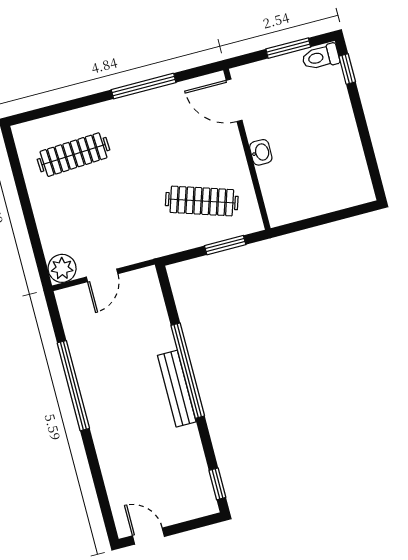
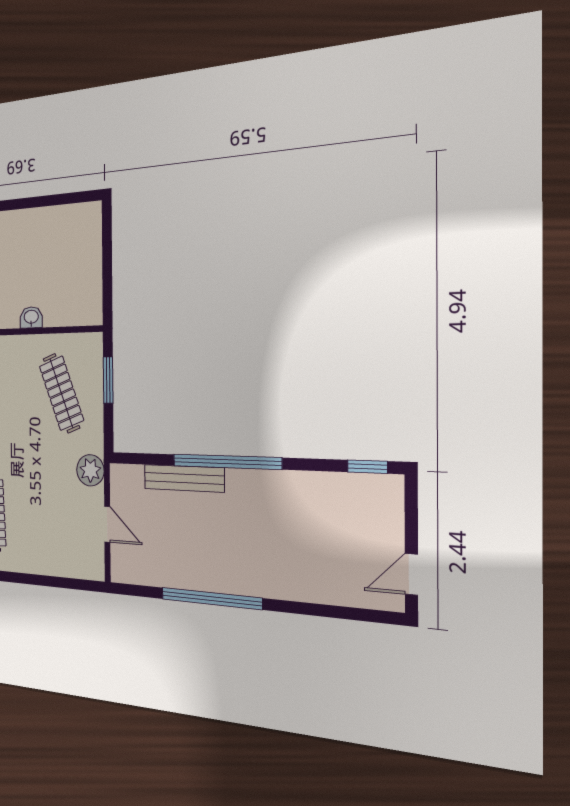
clothes rail: (202, 201) -> (61, 393), turned -39
plant: (62, 268) -> (90, 470), moved
bench: (177, 389) -> (184, 478), moved

